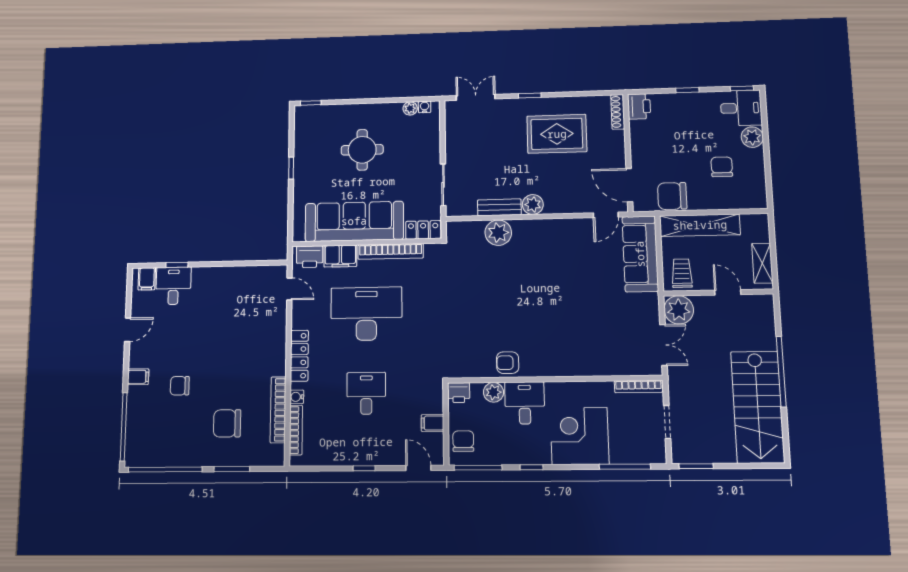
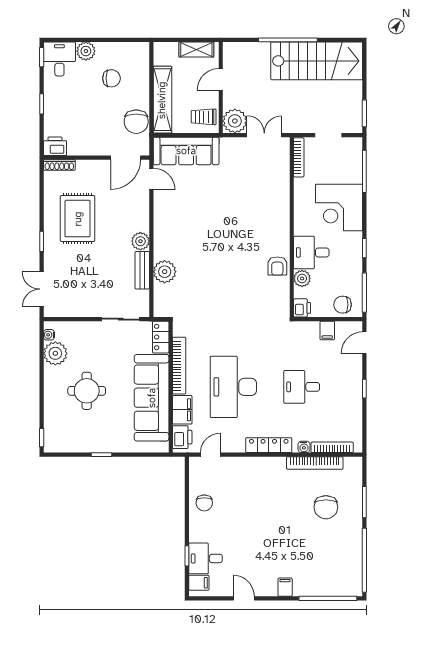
plant: (410, 108) -> (55, 353), width x1.87, depth x1.87
chair: (722, 167) -> (111, 78), turned 180
chair: (180, 386) -> (204, 503), moved

